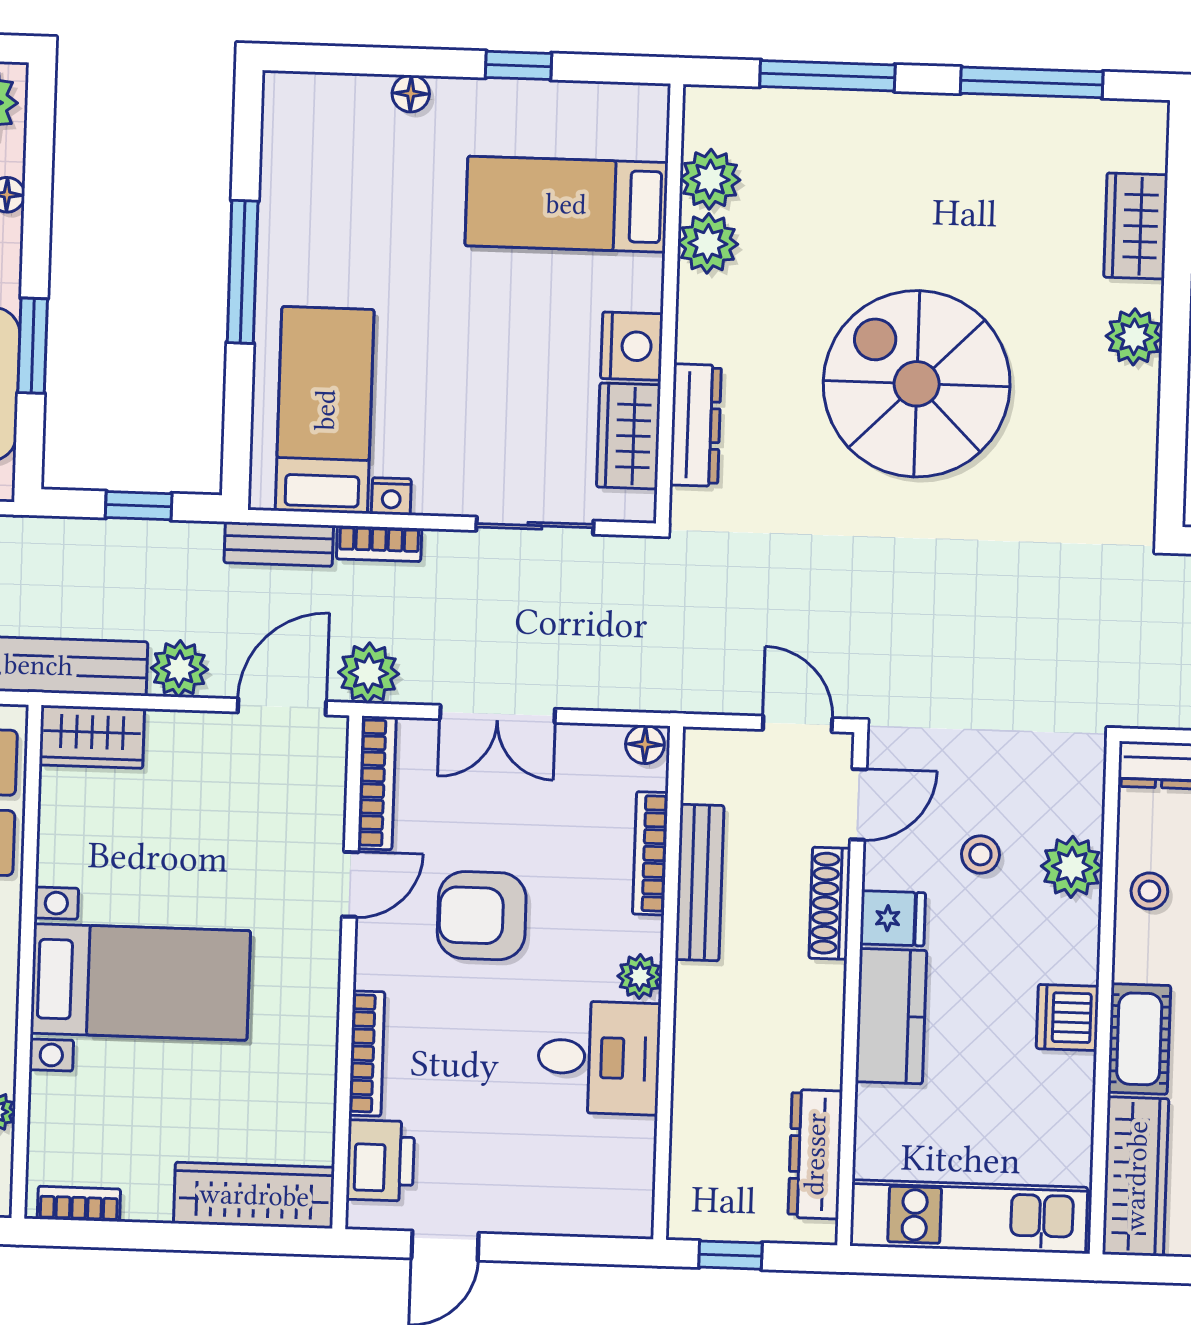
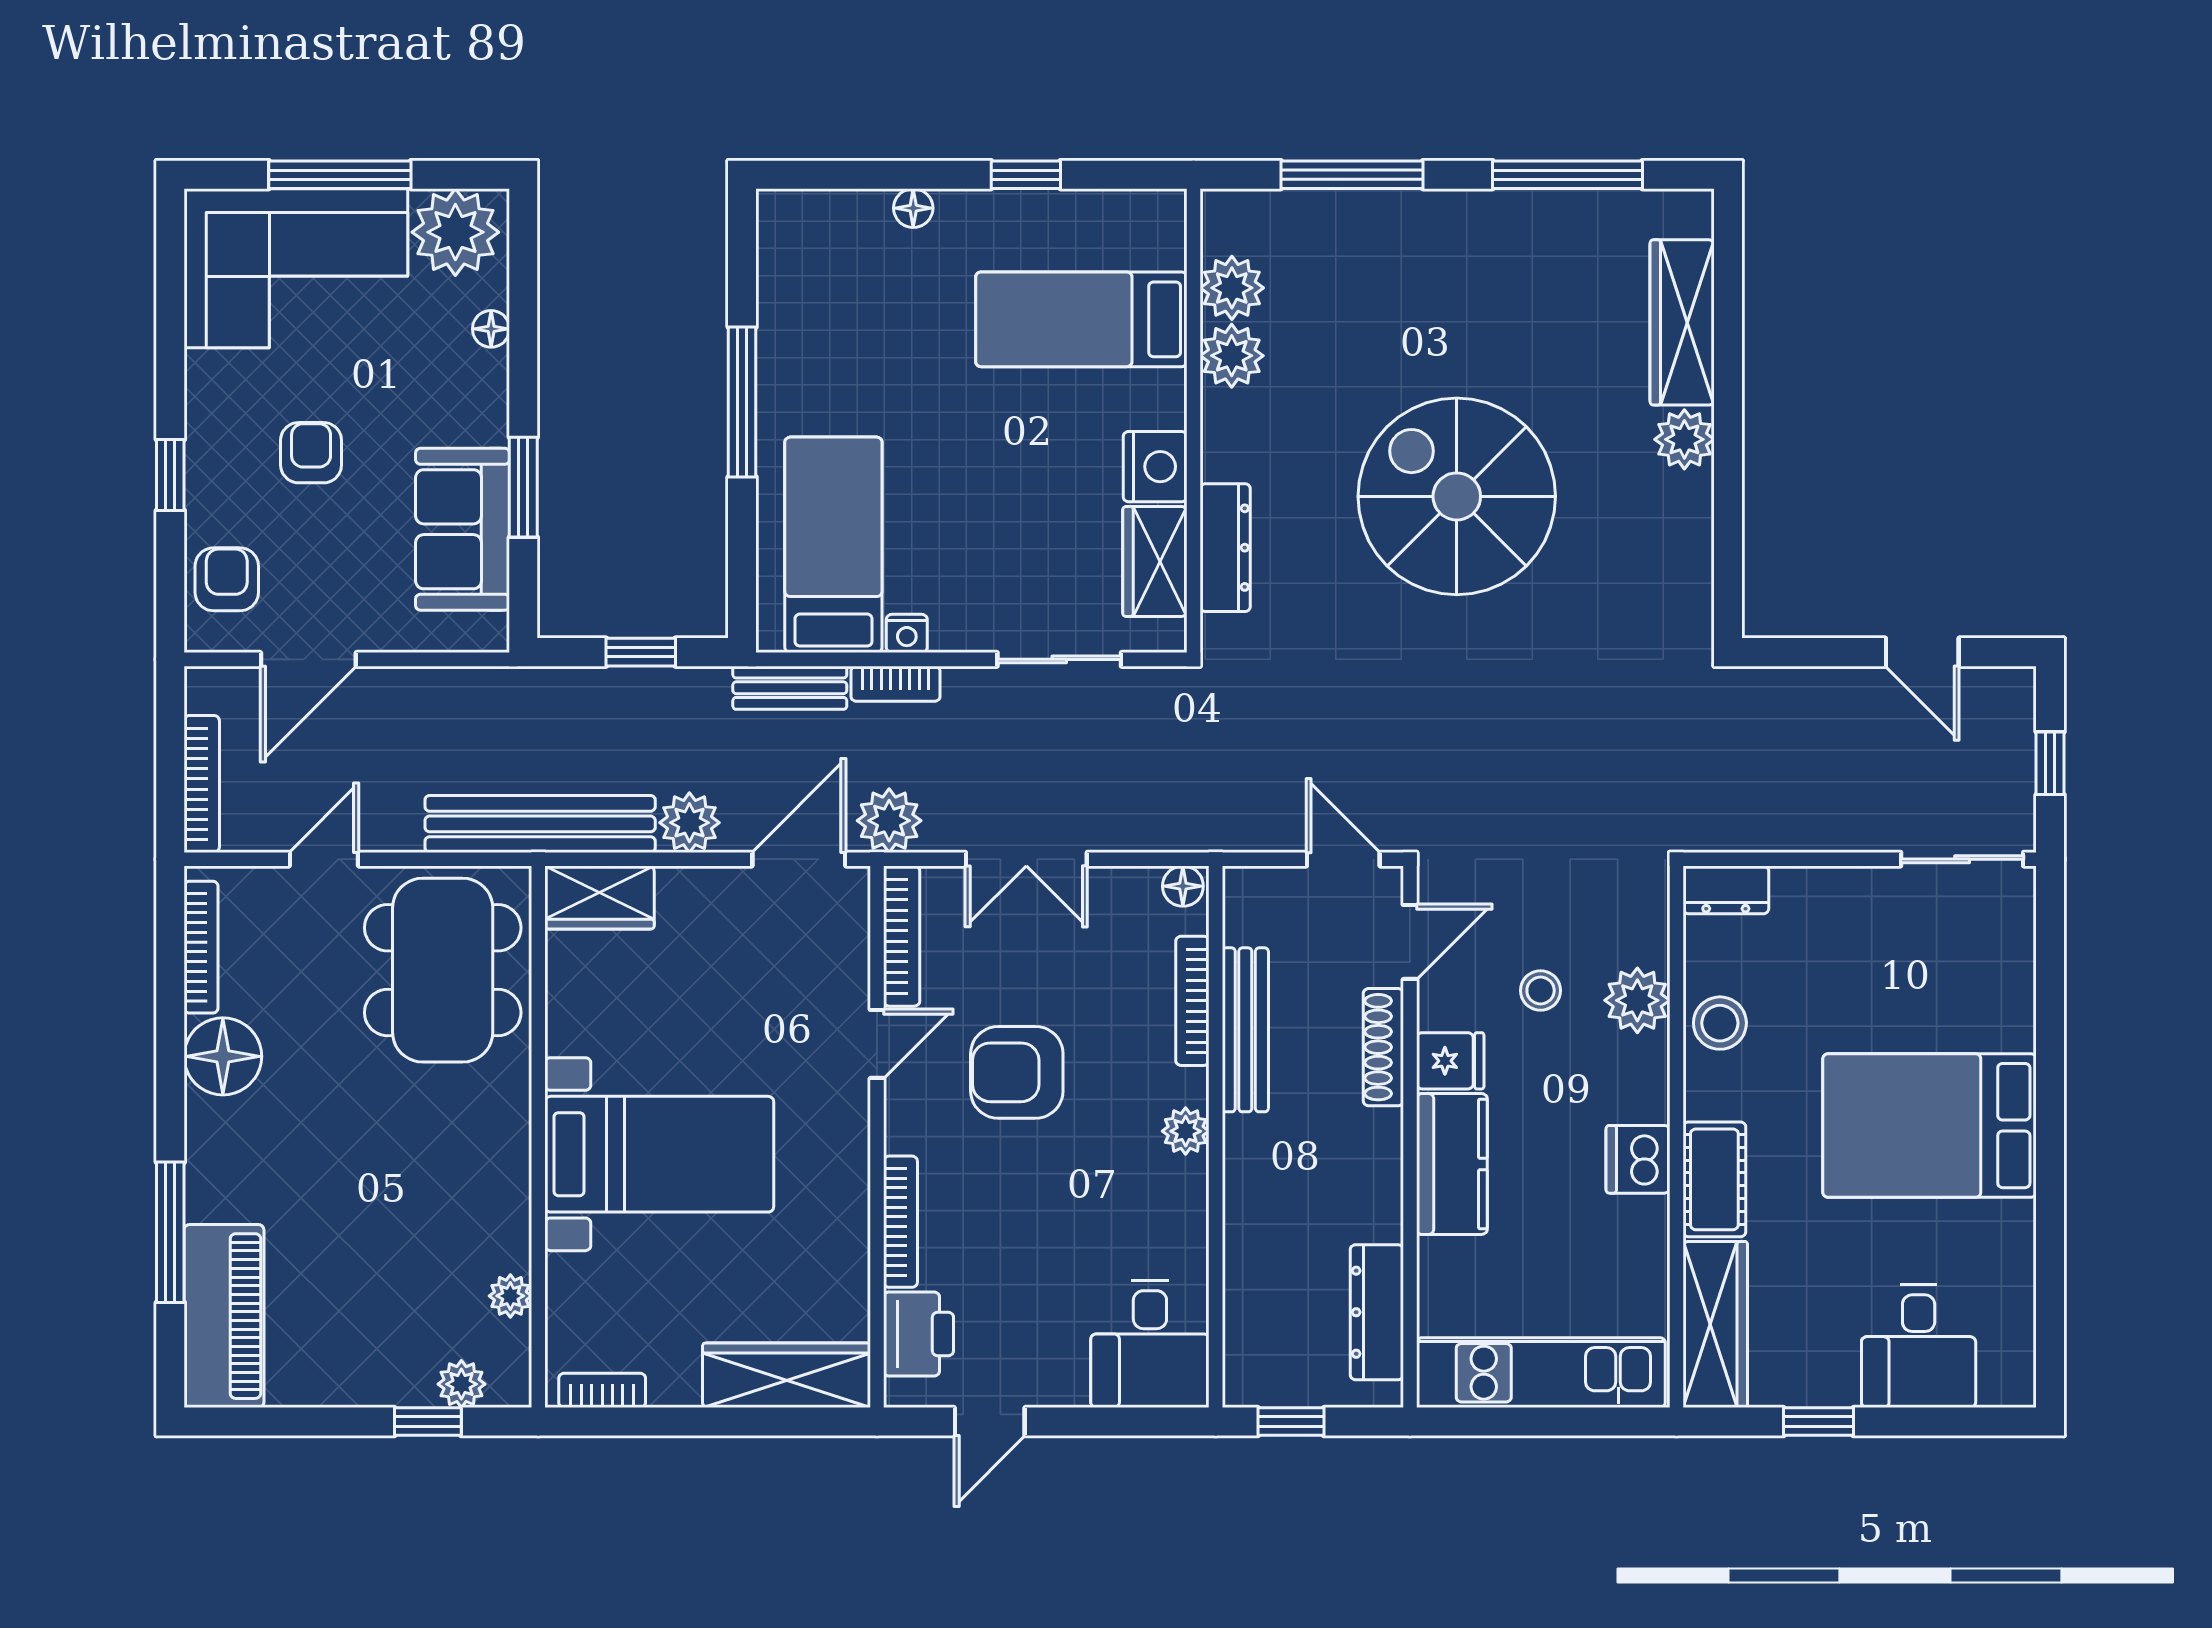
wardrobe: (1136, 226) -> (1682, 322), width x1.50
stool: (1149, 891) -> (1720, 1023), width x1.37, depth x1.37
desk: (599, 1058) -> (1150, 1344), moved, turned 90

